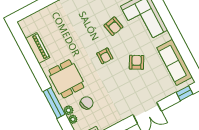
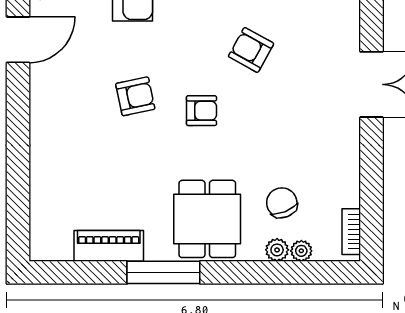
armchair: (113, 26) -> (135, 96), moved
dining table: (66, 79) -> (207, 219), turned 90
window: (54, 103) -> (163, 272), moved

